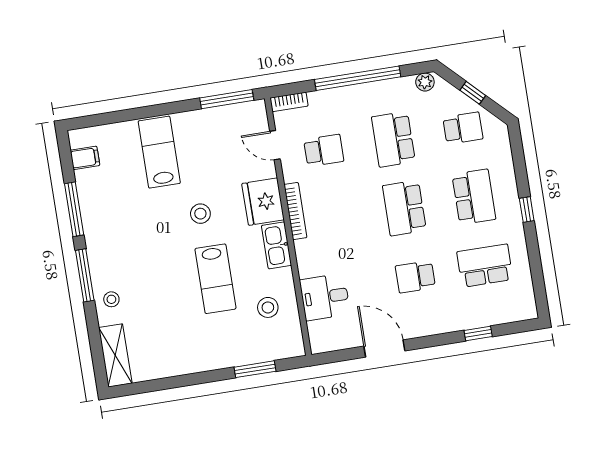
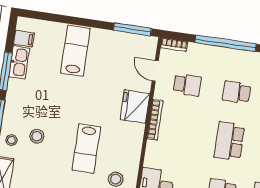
school desk: (393, 139) -> (237, 92), width x0.54
stool: (200, 214) -> (37, 136), moved
kitchen sink: (277, 245) -> (19, 62), moved, turned 180

